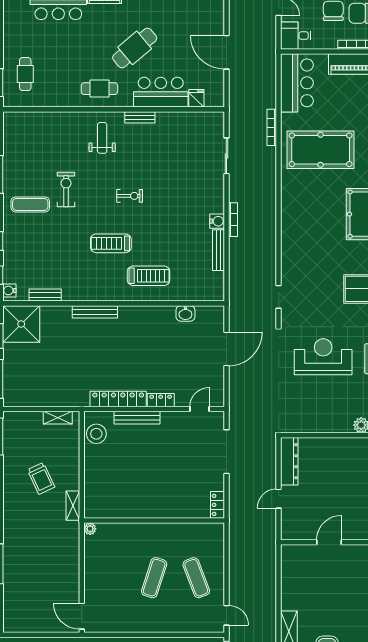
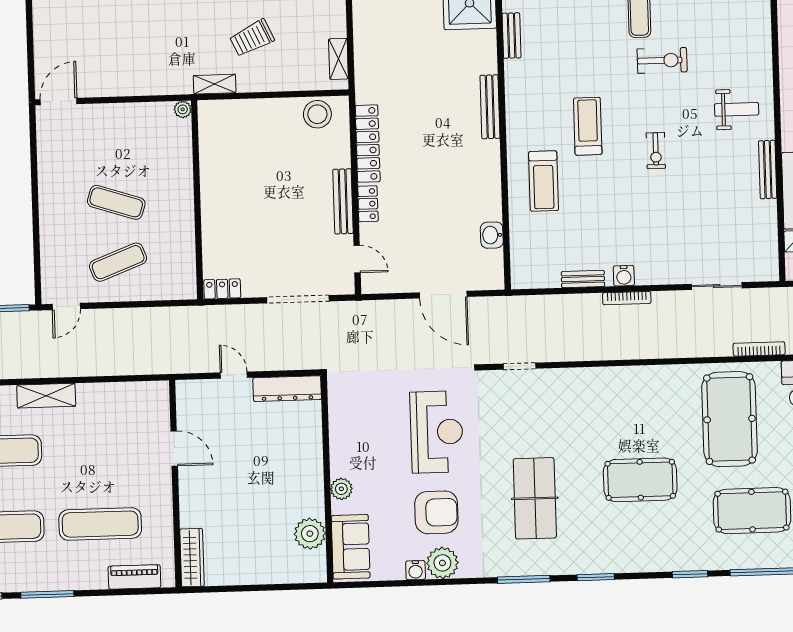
bench: (140, 117) -> (768, 169), width x1.36
bench: (219, 250) -> (583, 279), width x0.73
bench: (137, 418) -> (343, 201), moved

